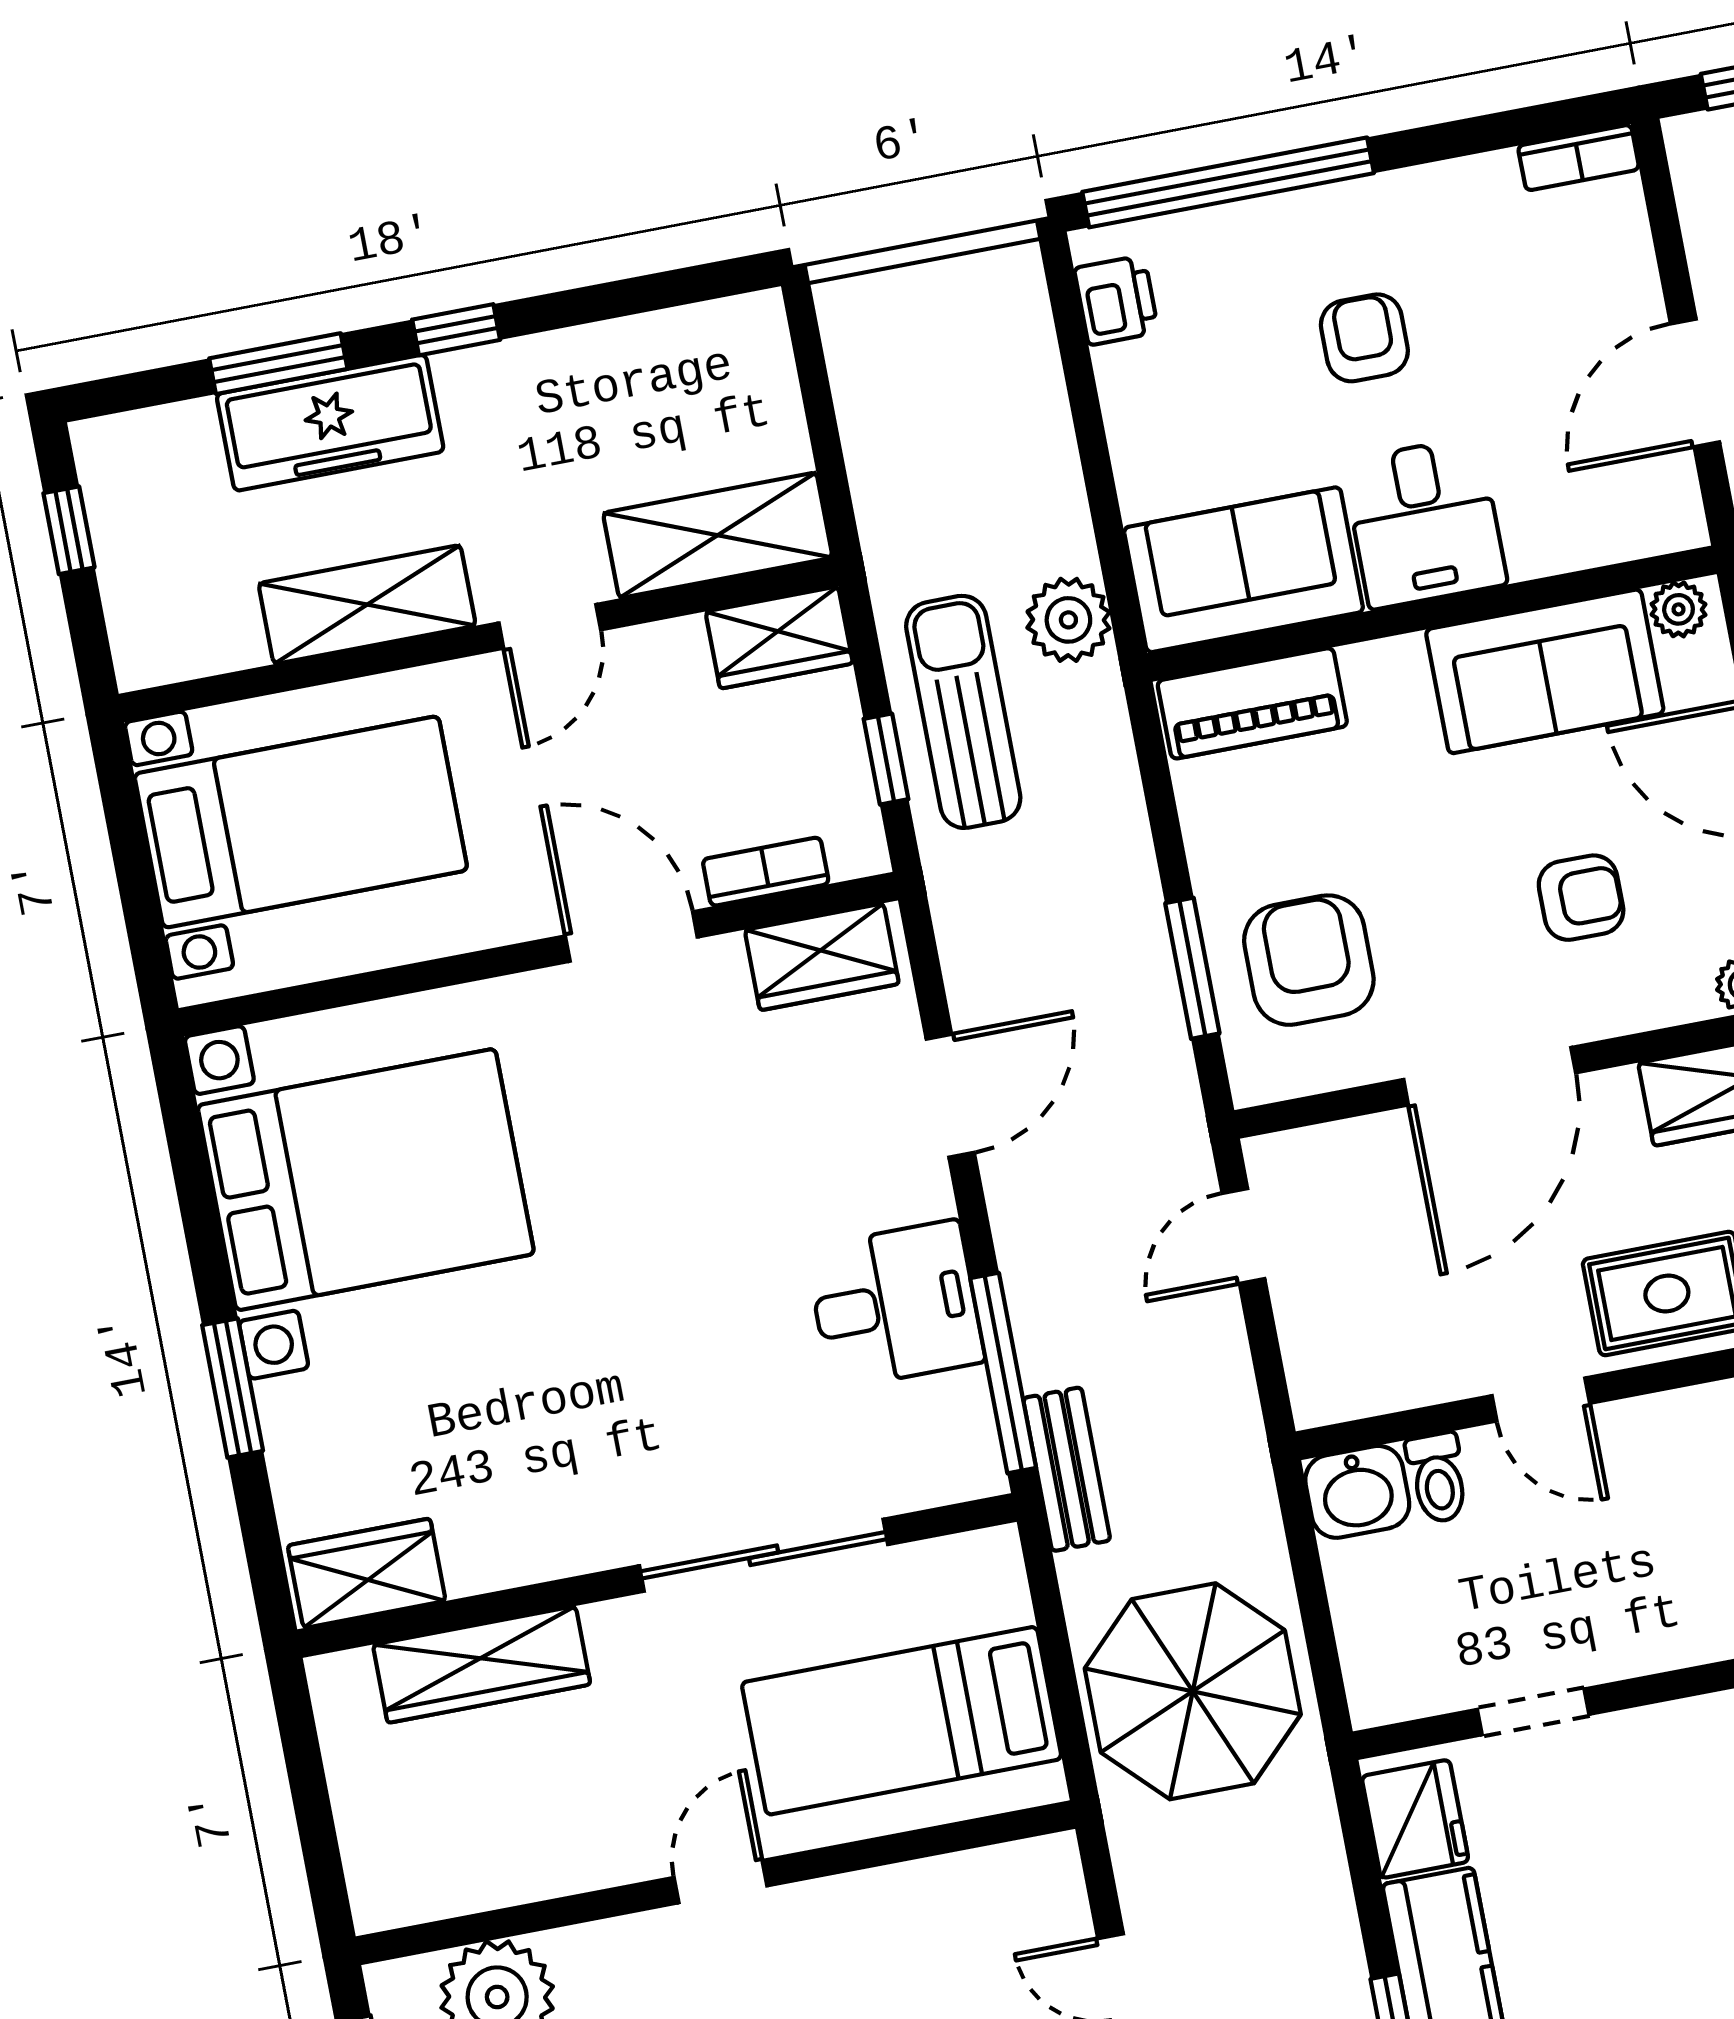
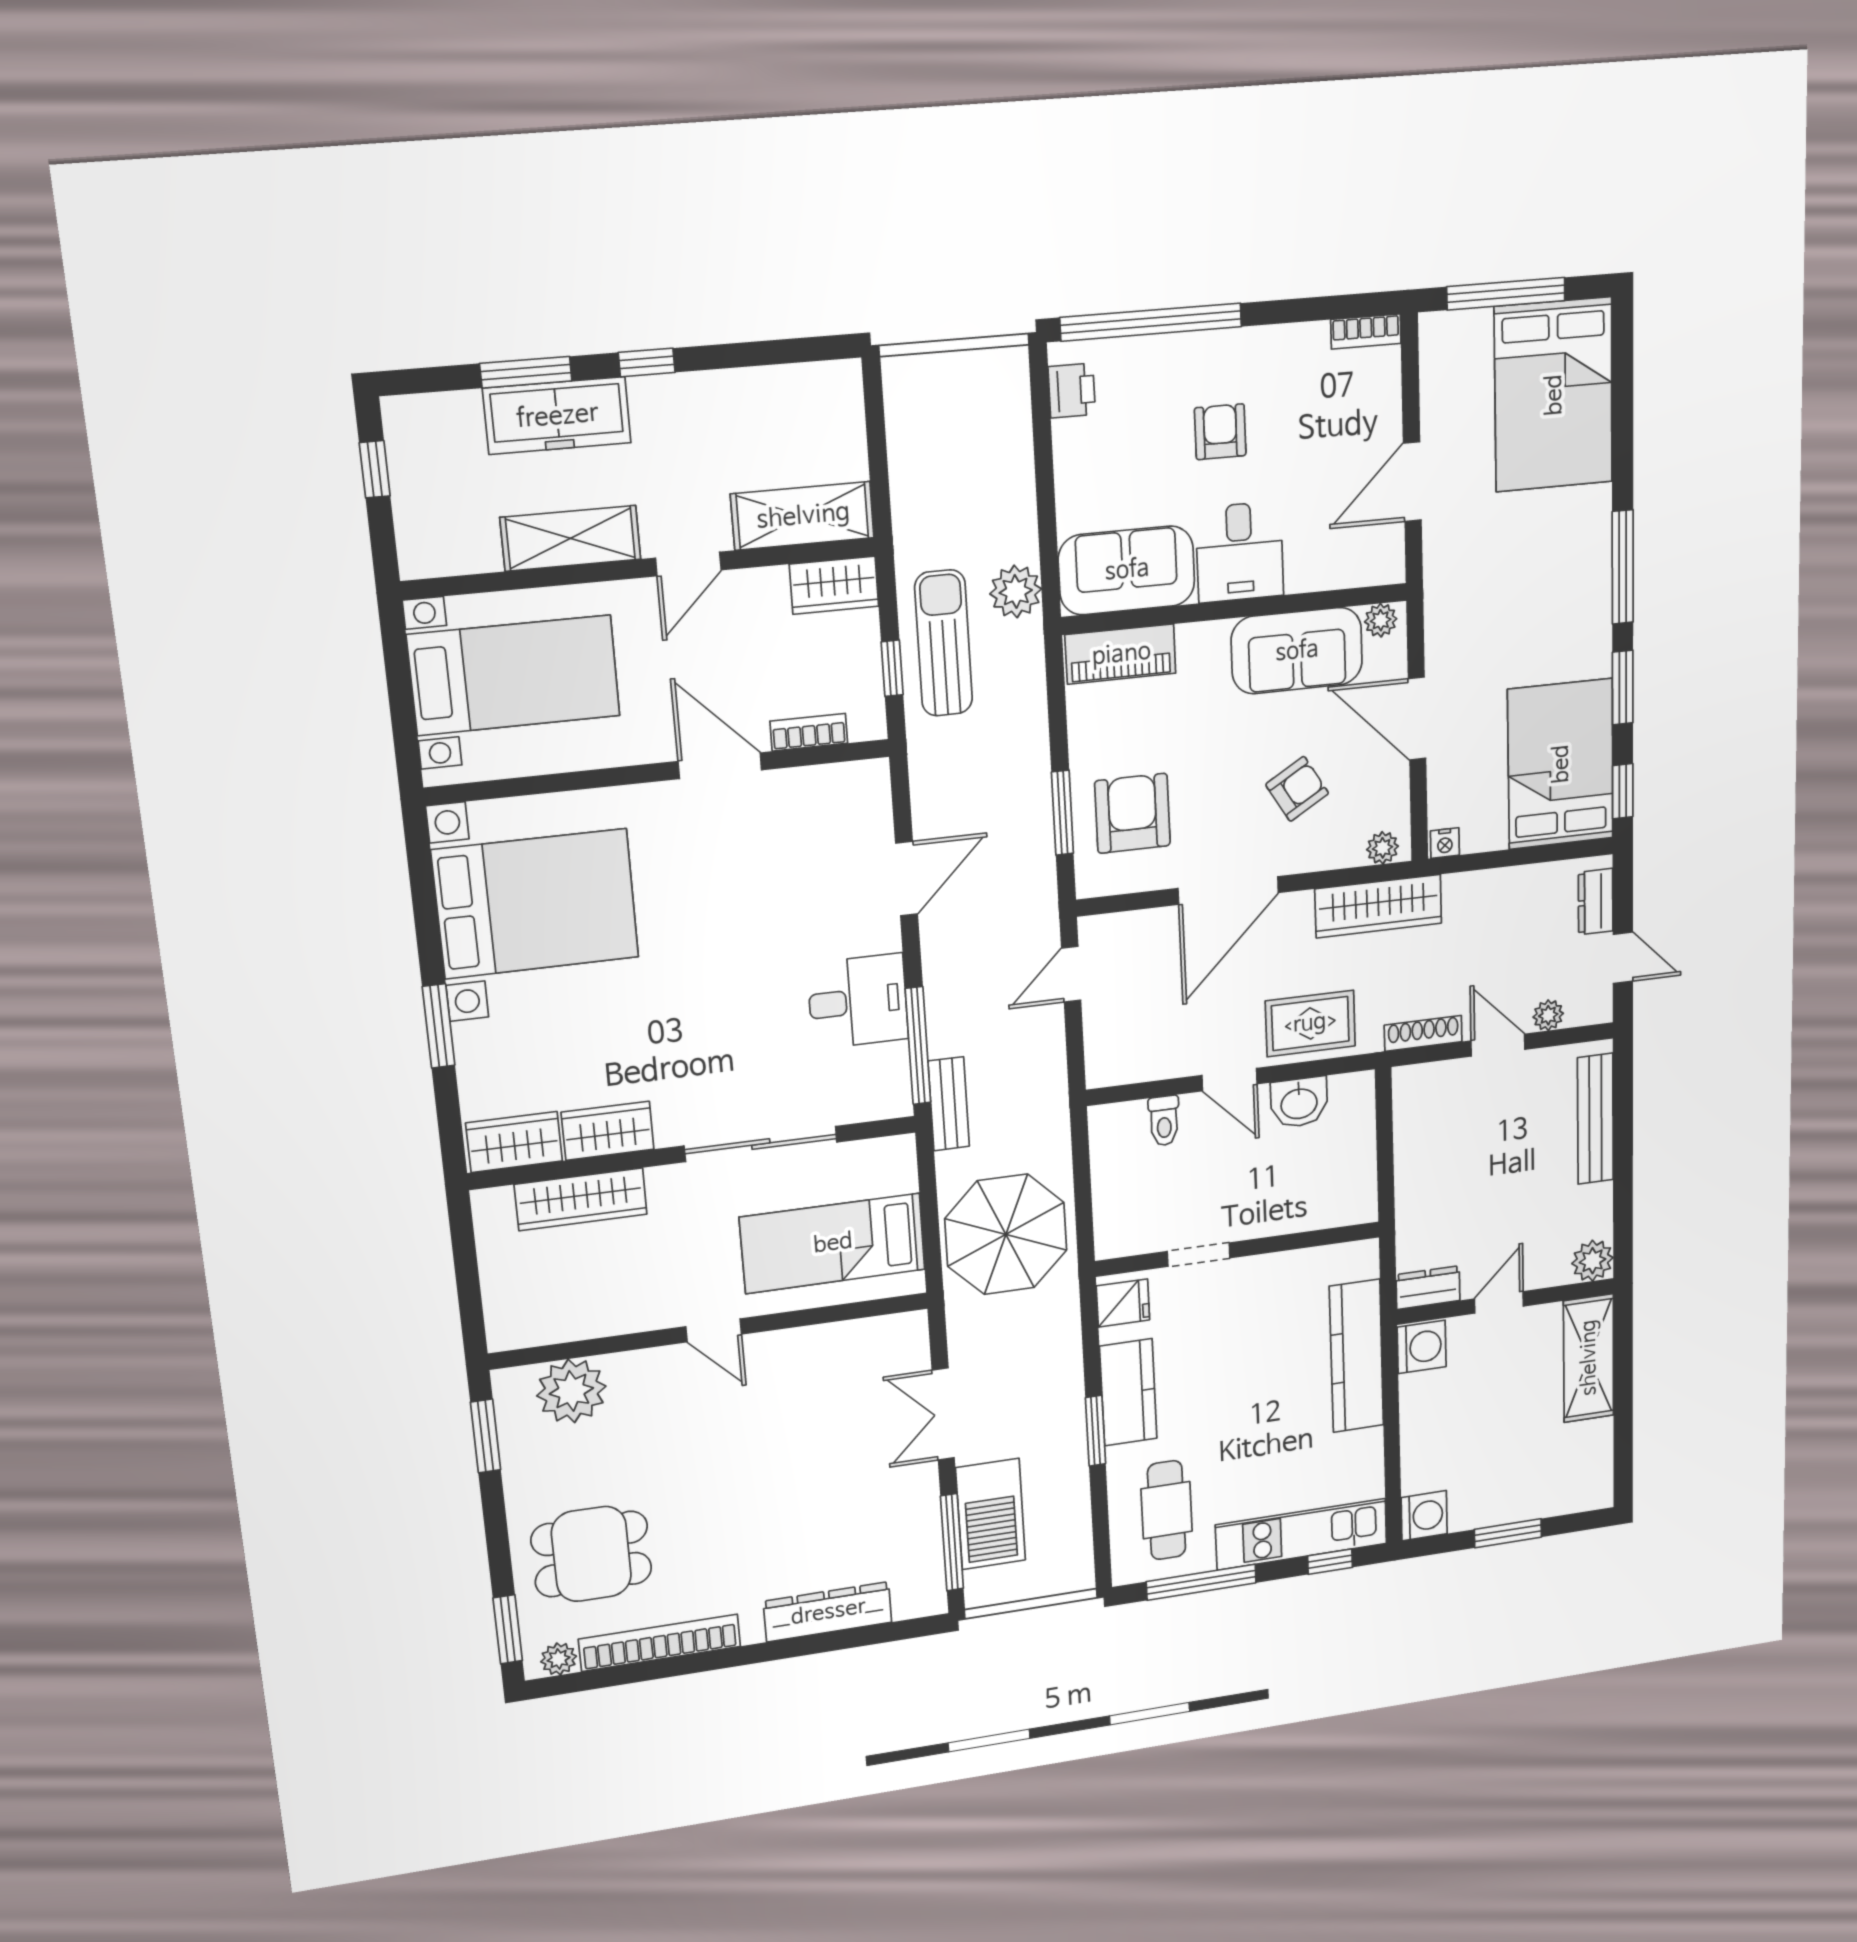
armchair: (1581, 898) -> (1297, 789), turned -31
wardrobe: (822, 957) -> (608, 1131), moved, turned 180
washbasin: (1357, 1492) -> (1299, 1102), moved
fridge: (1415, 1819) -> (1123, 1303), width x0.72
door: (721, 1882) -> (714, 1330), swing flipped

